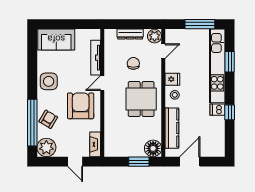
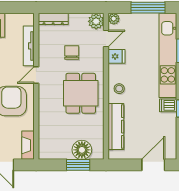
dresser: (130, 34) -> (53, 19), moved
plant: (170, 34) -> (114, 19), added
fridge: (172, 79) -> (116, 56), moved
floor lamp: (153, 148) -> (82, 150), moved
door: (190, 162) -> (153, 165), moved

